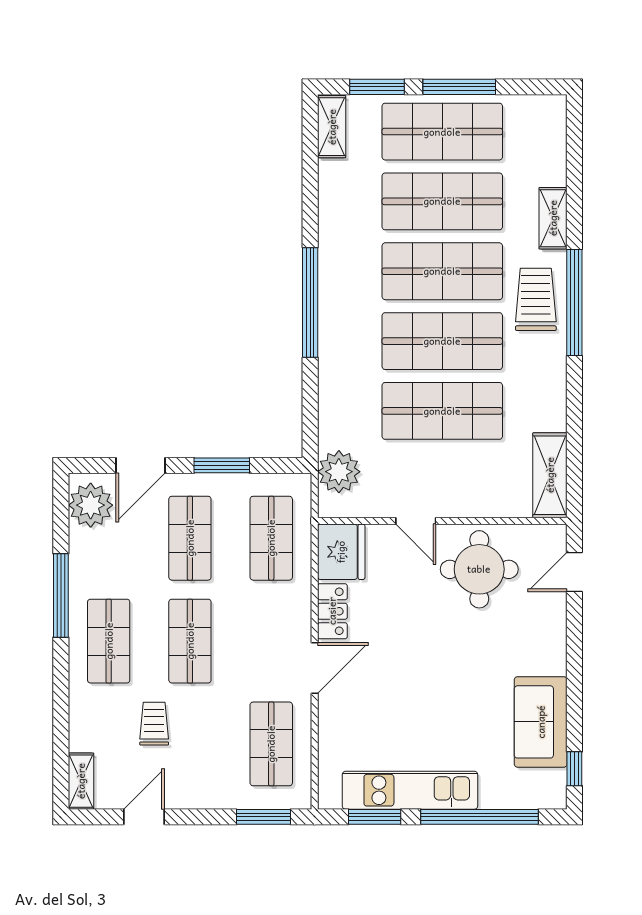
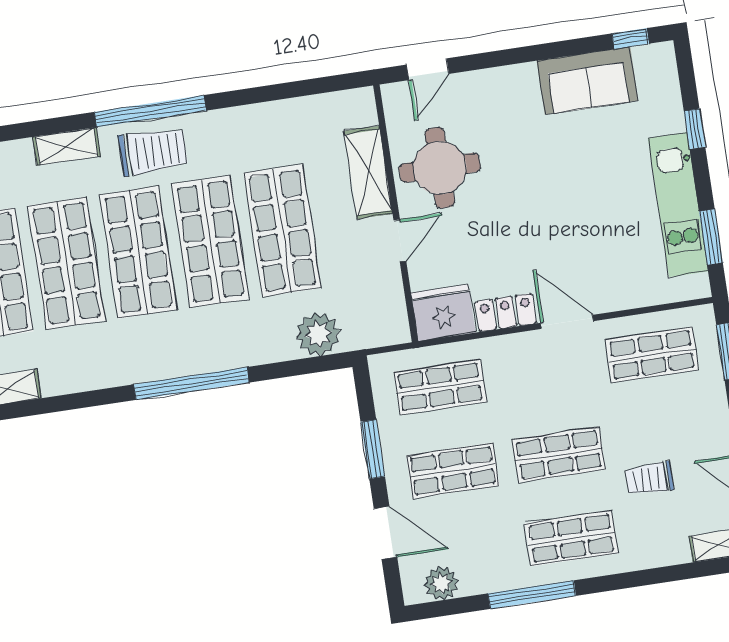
trolley: (536, 299) -> (153, 151), turned 180
plant: (339, 472) -> (318, 334), moved
shelving: (550, 475) -> (368, 172), moved, turned 90
plant: (91, 505) -> (441, 583), width x0.73, depth x0.73
door: (574, 572) -> (428, 69), hinge flipped
window: (479, 817) -> (695, 129), width x0.32

